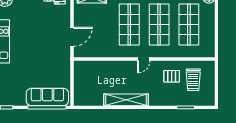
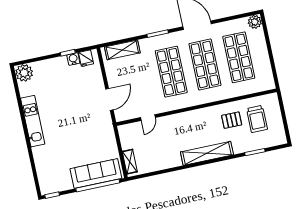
door: (144, 59) -> (148, 118), moved
shelving: (78, 93) -> (130, 162), added
shelving: (126, 100) -> (207, 153), moved

